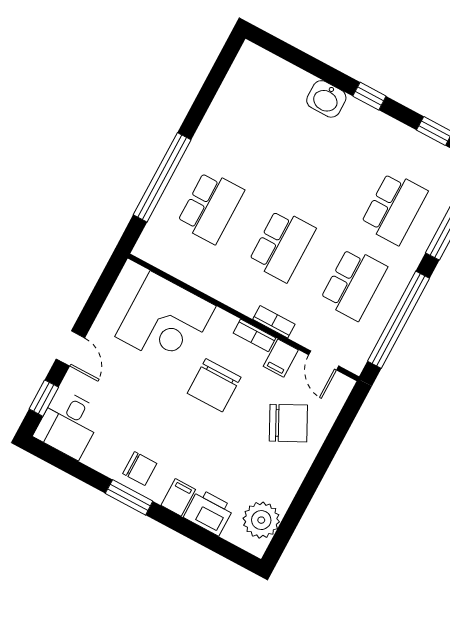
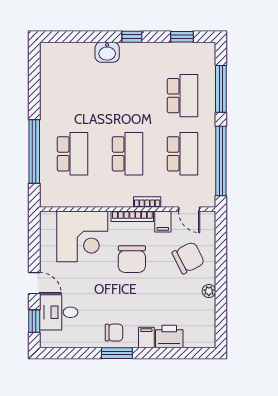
bookcase: (255, 335) -> (132, 216), width x1.56
desk: (69, 424) -> (59, 312), moved, turned 90
plant: (261, 520) -> (209, 291), moved, width x0.53, depth x0.53

